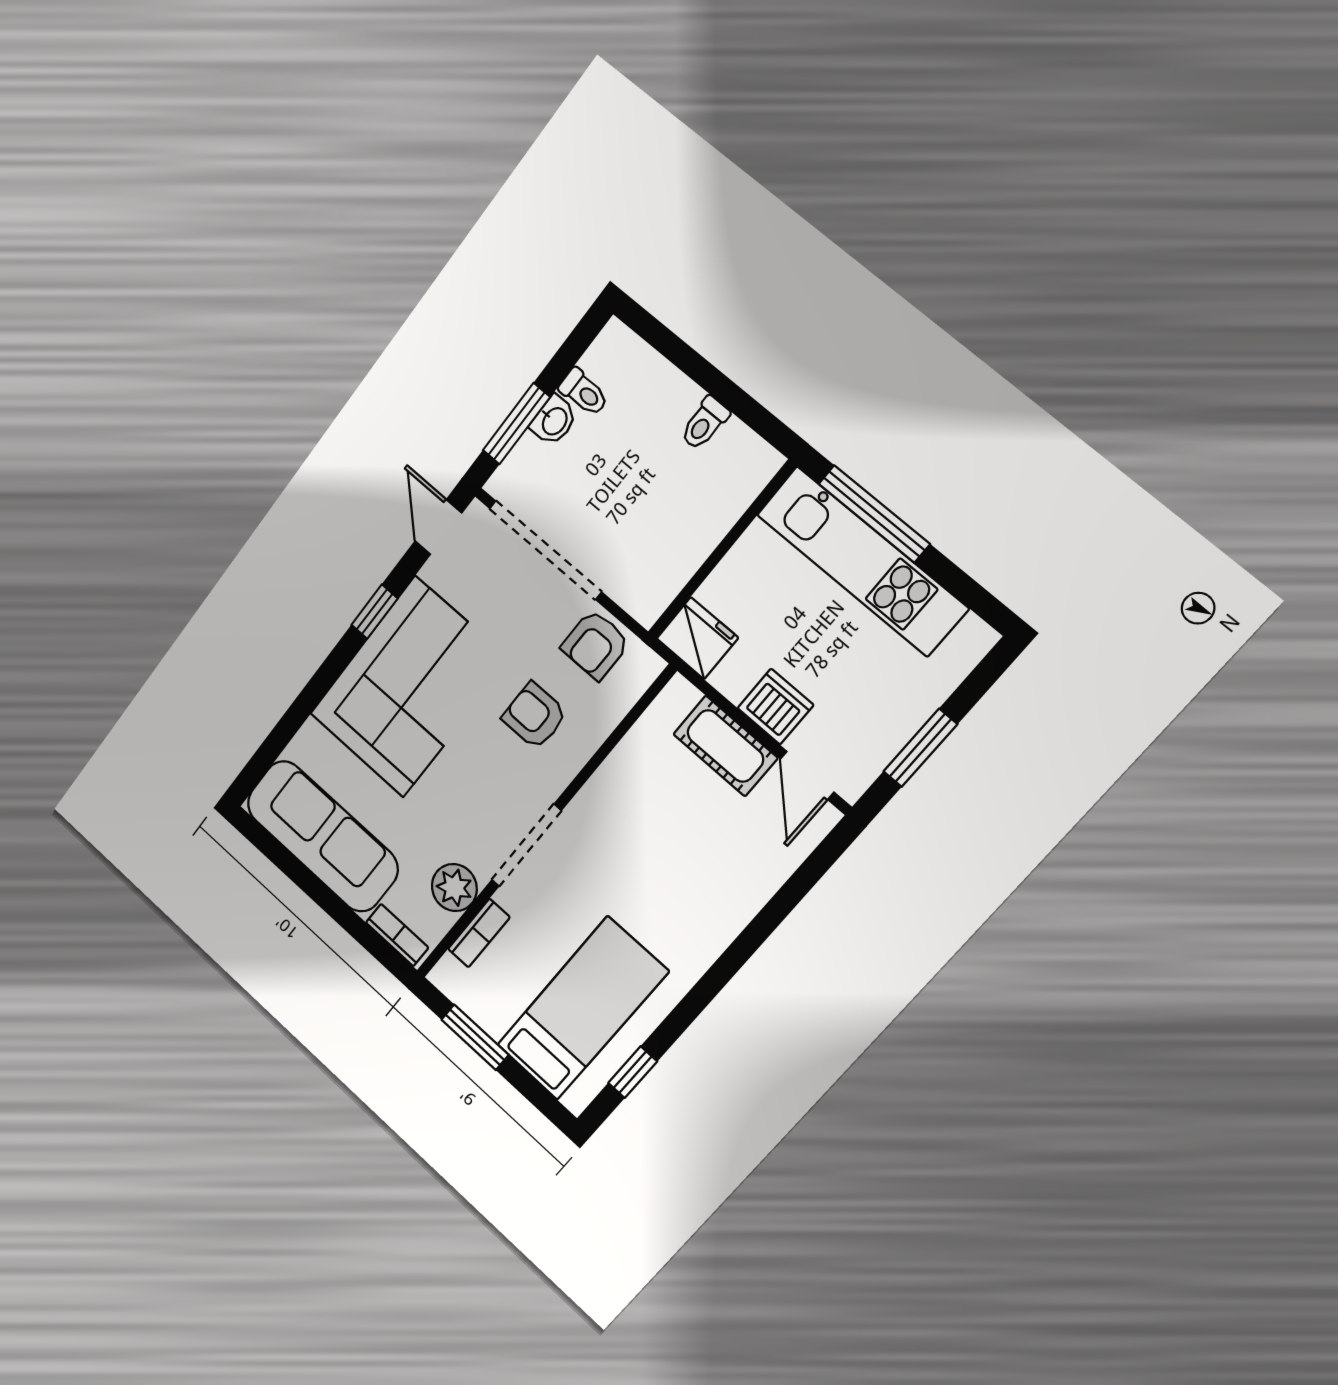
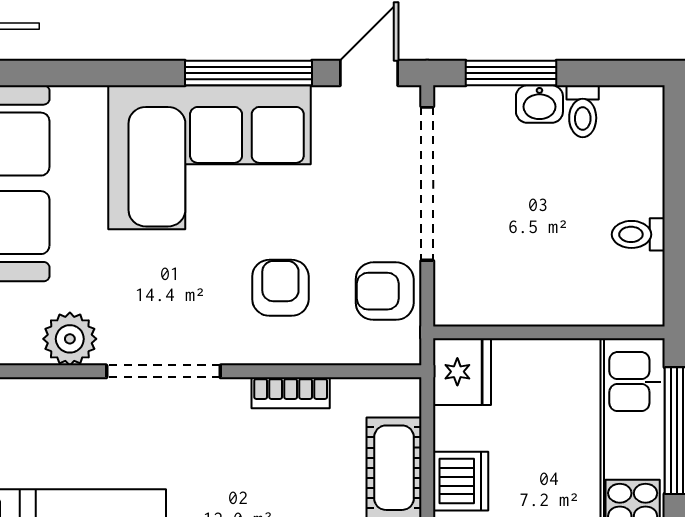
window: (375, 612) -> (248, 73), width x2.17
bookcase: (479, 933) -> (291, 393), moved

